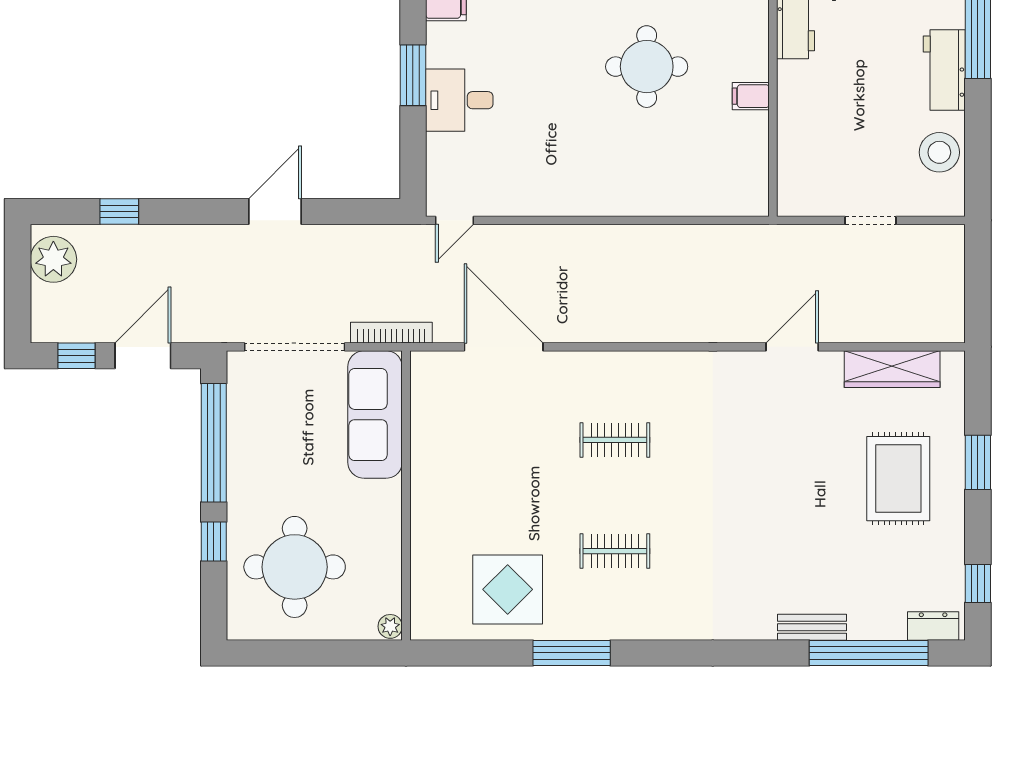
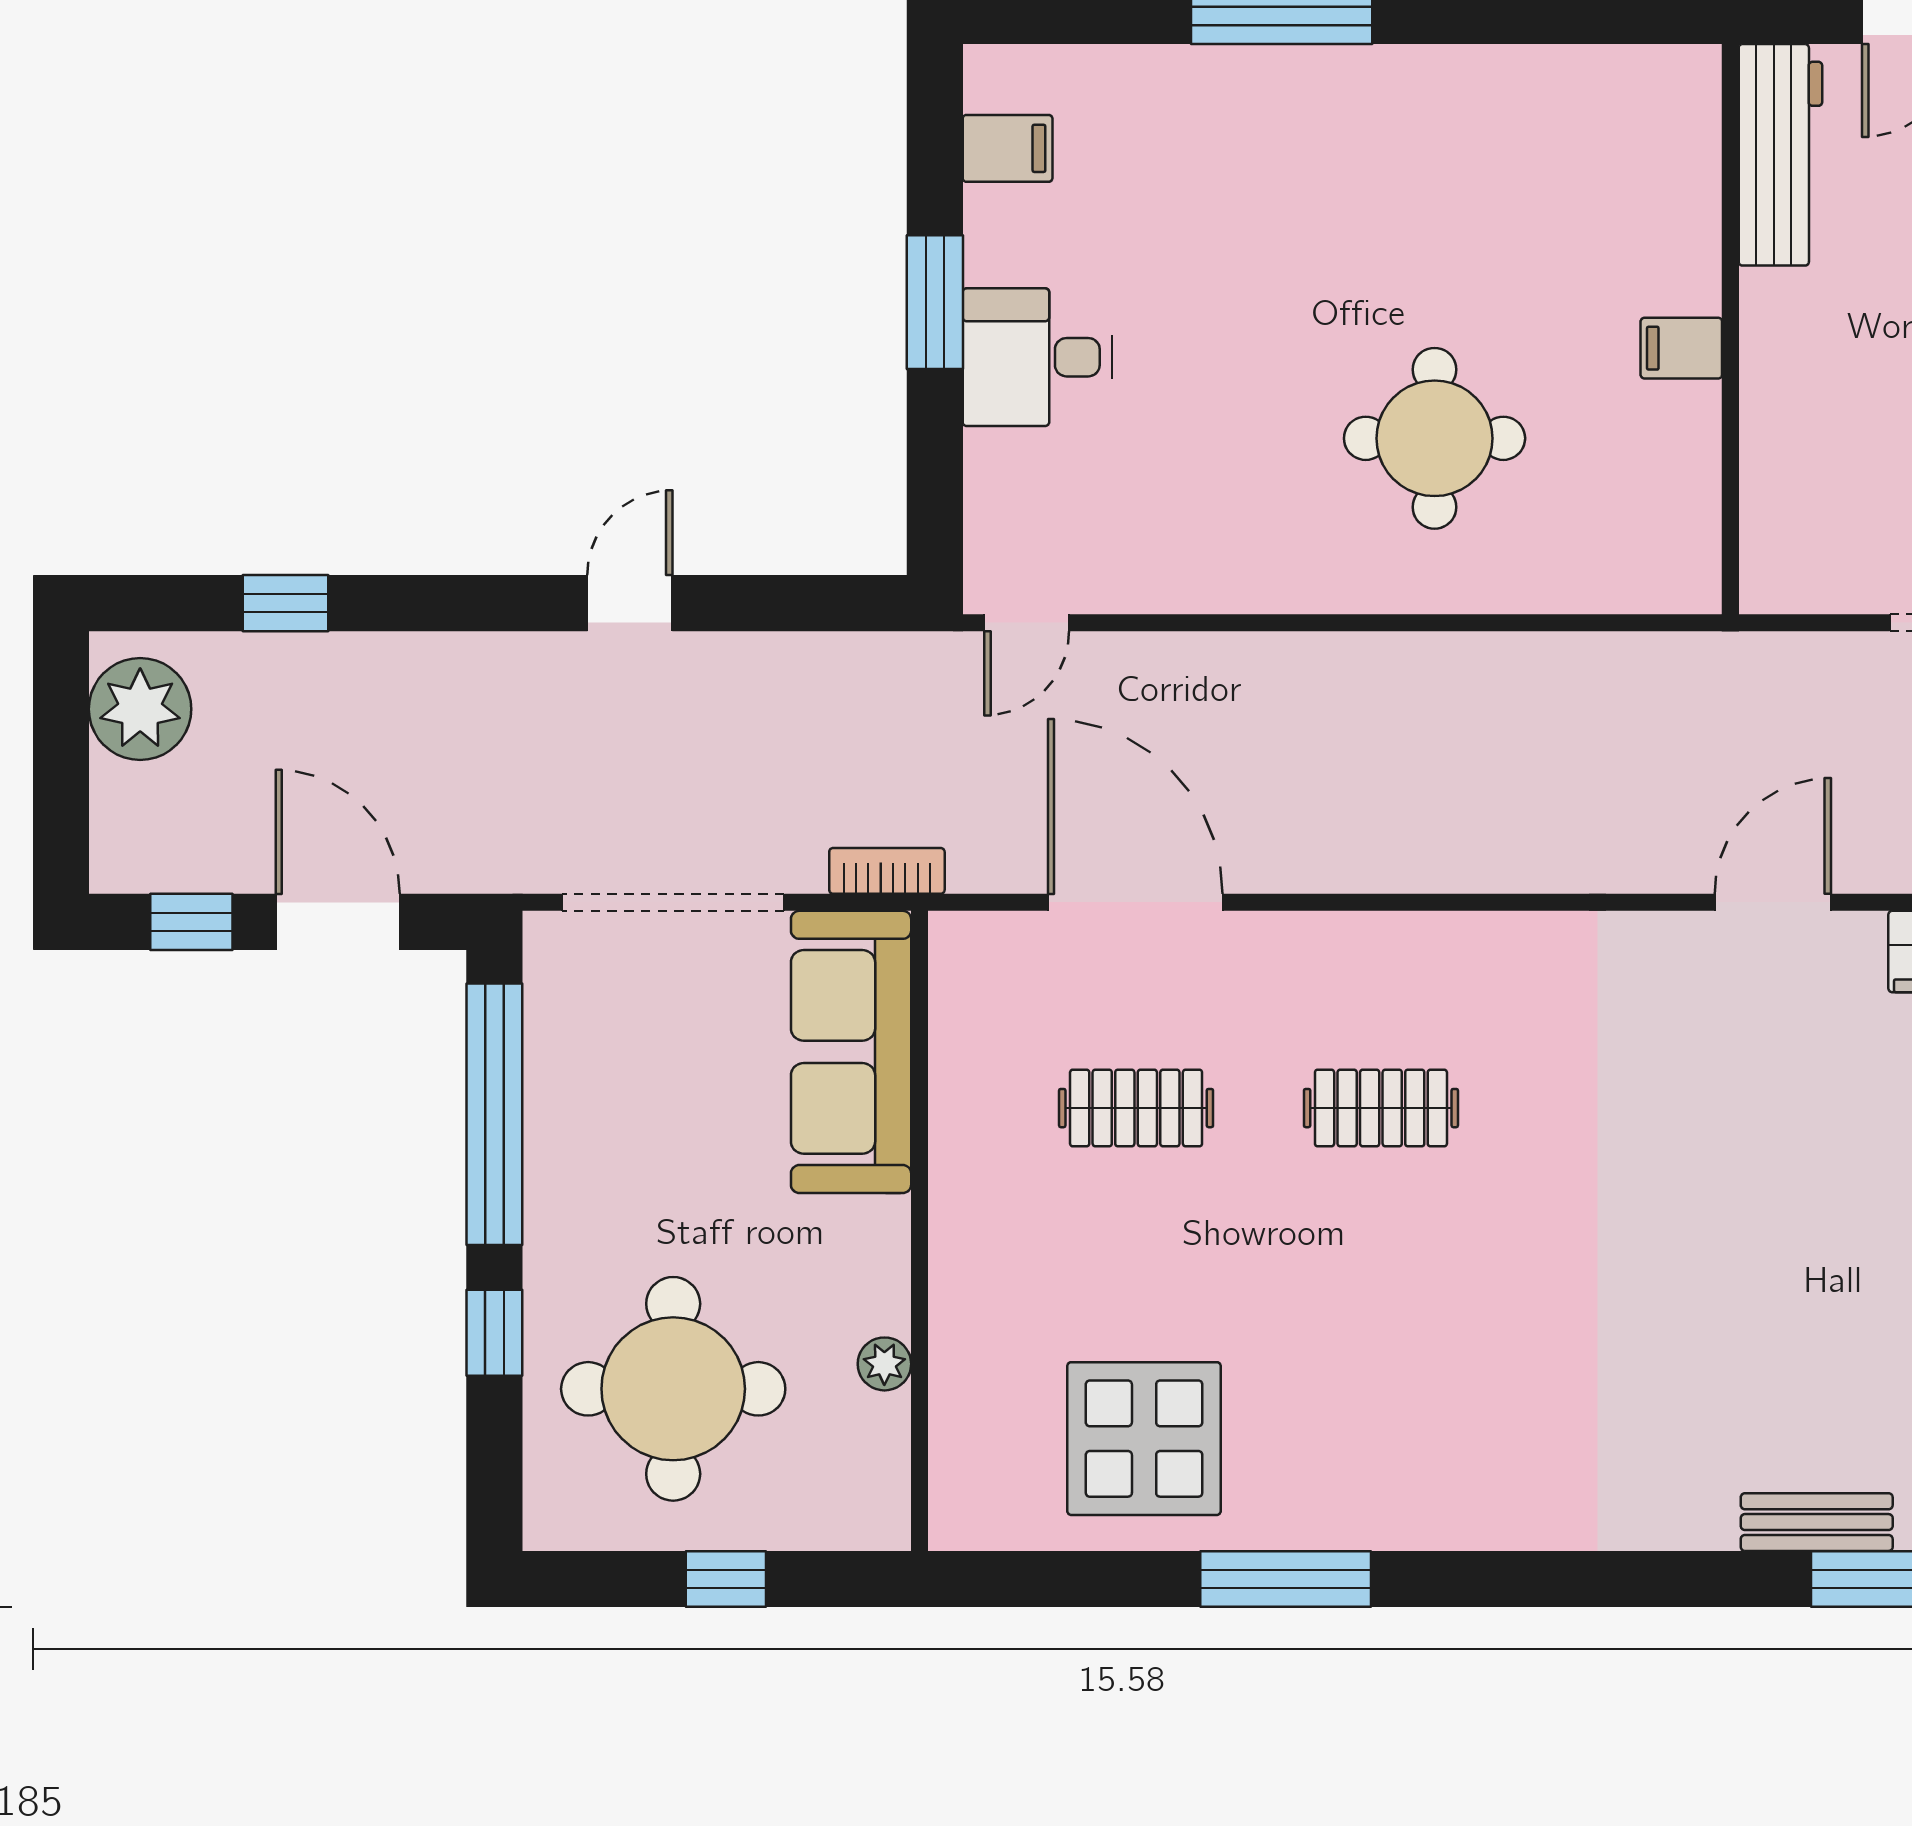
round table: (647, 67) -> (1435, 438), moved
door: (275, 211) -> (630, 603), width x0.73
bookcase: (391, 333) -> (887, 871), width x0.64
door: (143, 356) -> (338, 922), hinge flipped
clothes rail: (615, 551) -> (1136, 1108), moved
plant: (390, 626) -> (884, 1364), moved
window: (318, 653) -> (726, 1579), added

